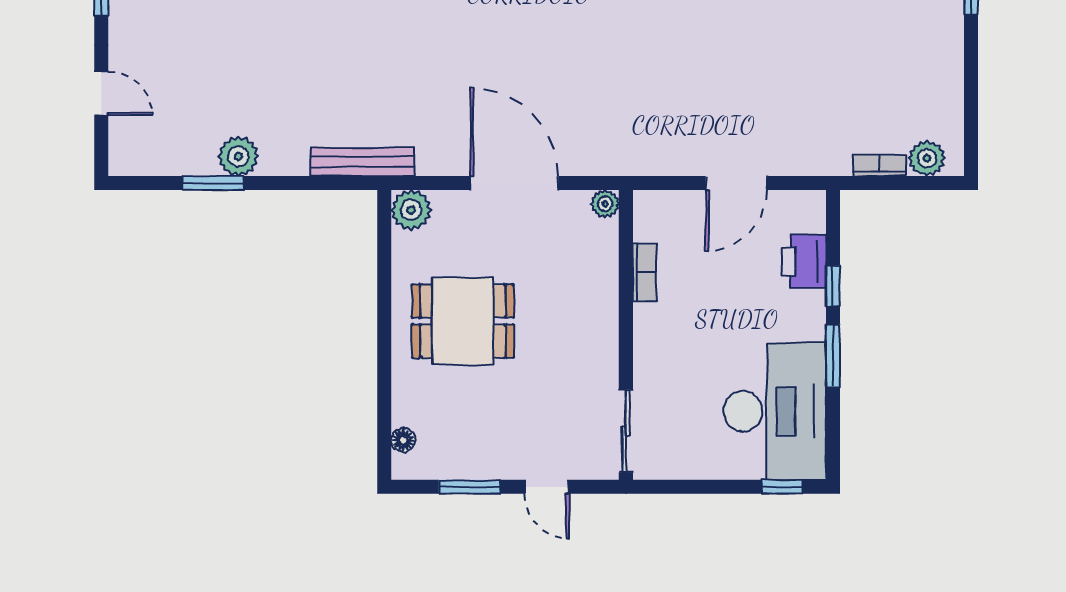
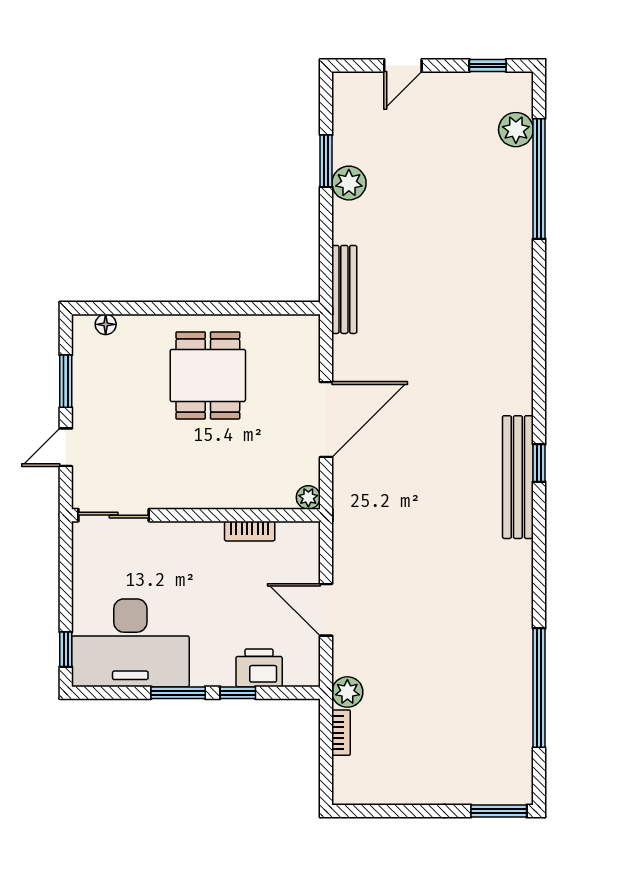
plant: (927, 158) -> (347, 692), moved
plant: (411, 210) -> (303, 331), removed

